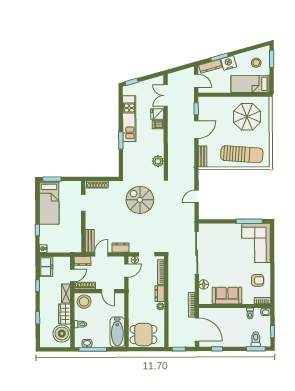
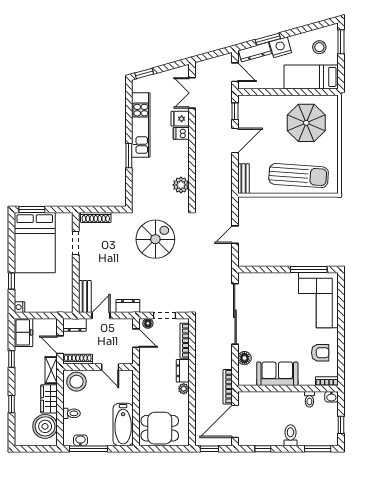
spiral stairs: (140, 200) -> (155, 239), turned 90
bed: (49, 203) -> (35, 243), width x1.50
door: (126, 271) -> (136, 338), hinge flipped
door: (72, 275) -> (60, 345), swing flipped
door: (197, 329) -> (235, 421), swing flipped
toilet: (256, 339) -> (290, 435), moved

